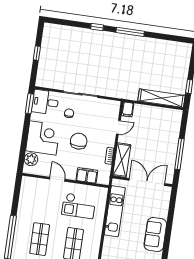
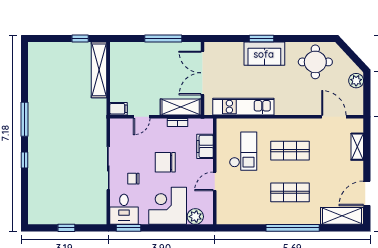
door: (118, 127) -> (142, 117), swing flipped
window: (168, 234) -> (261, 39), added

